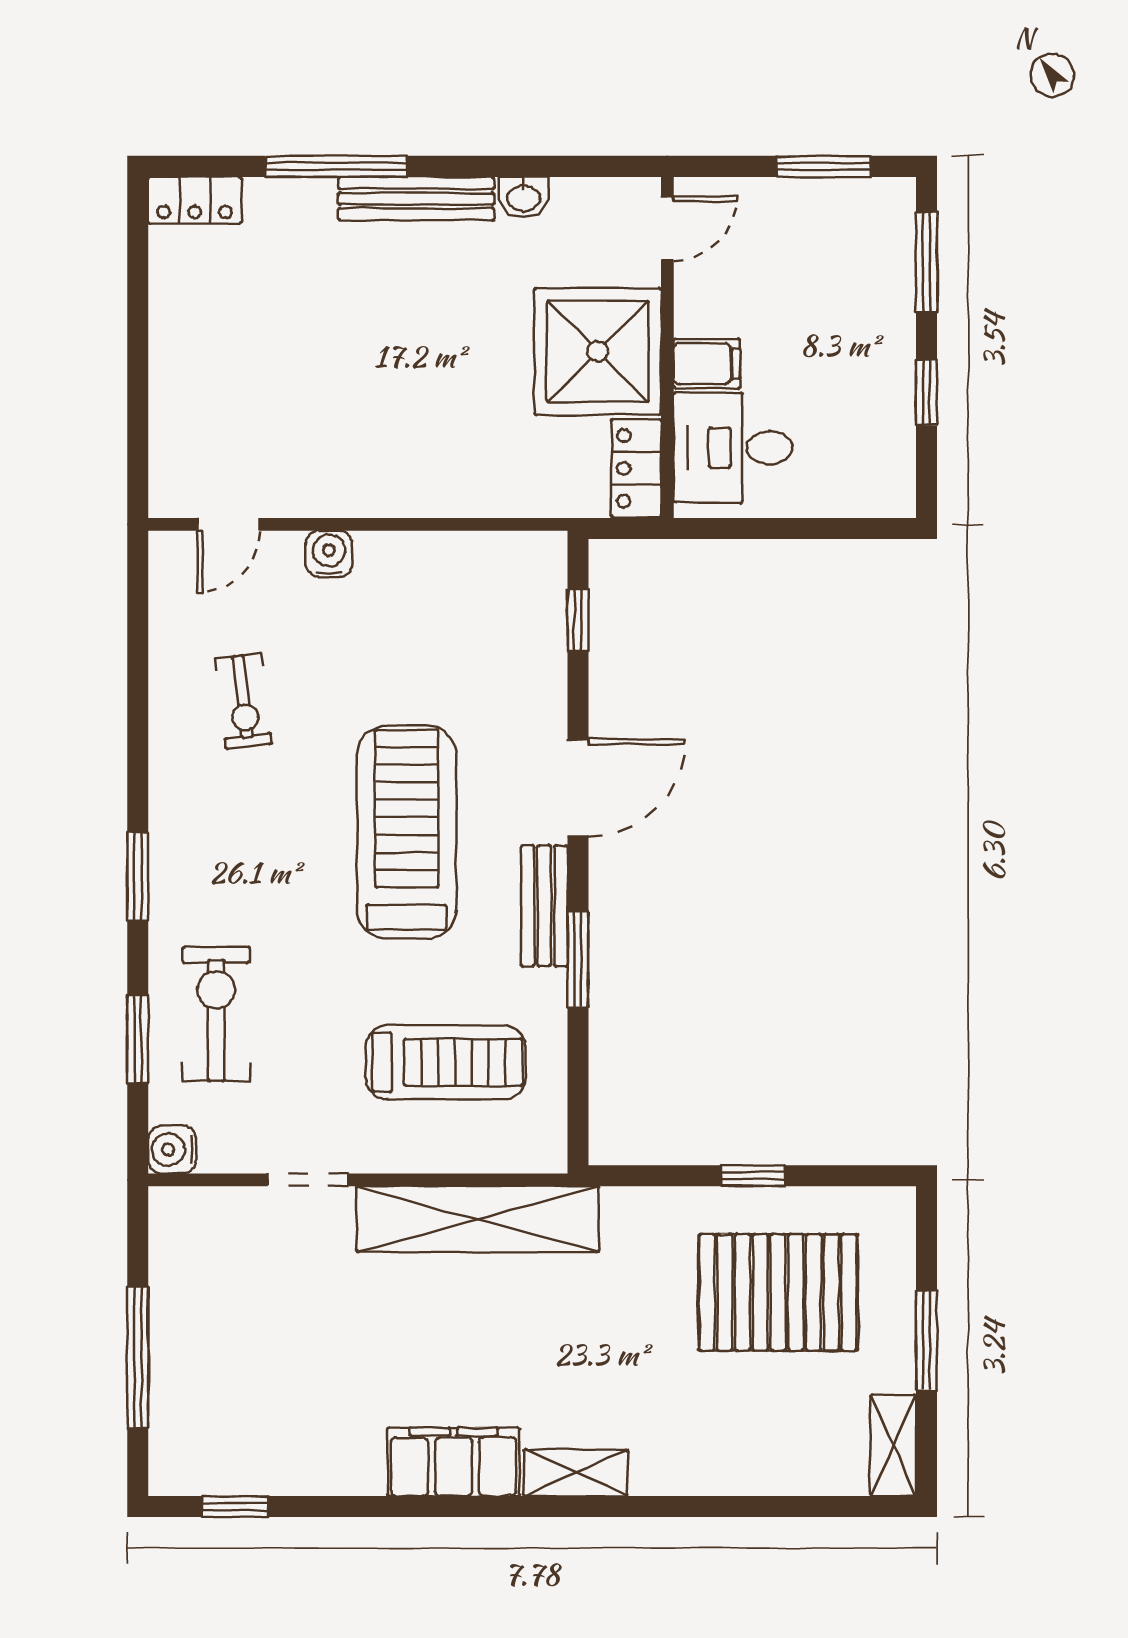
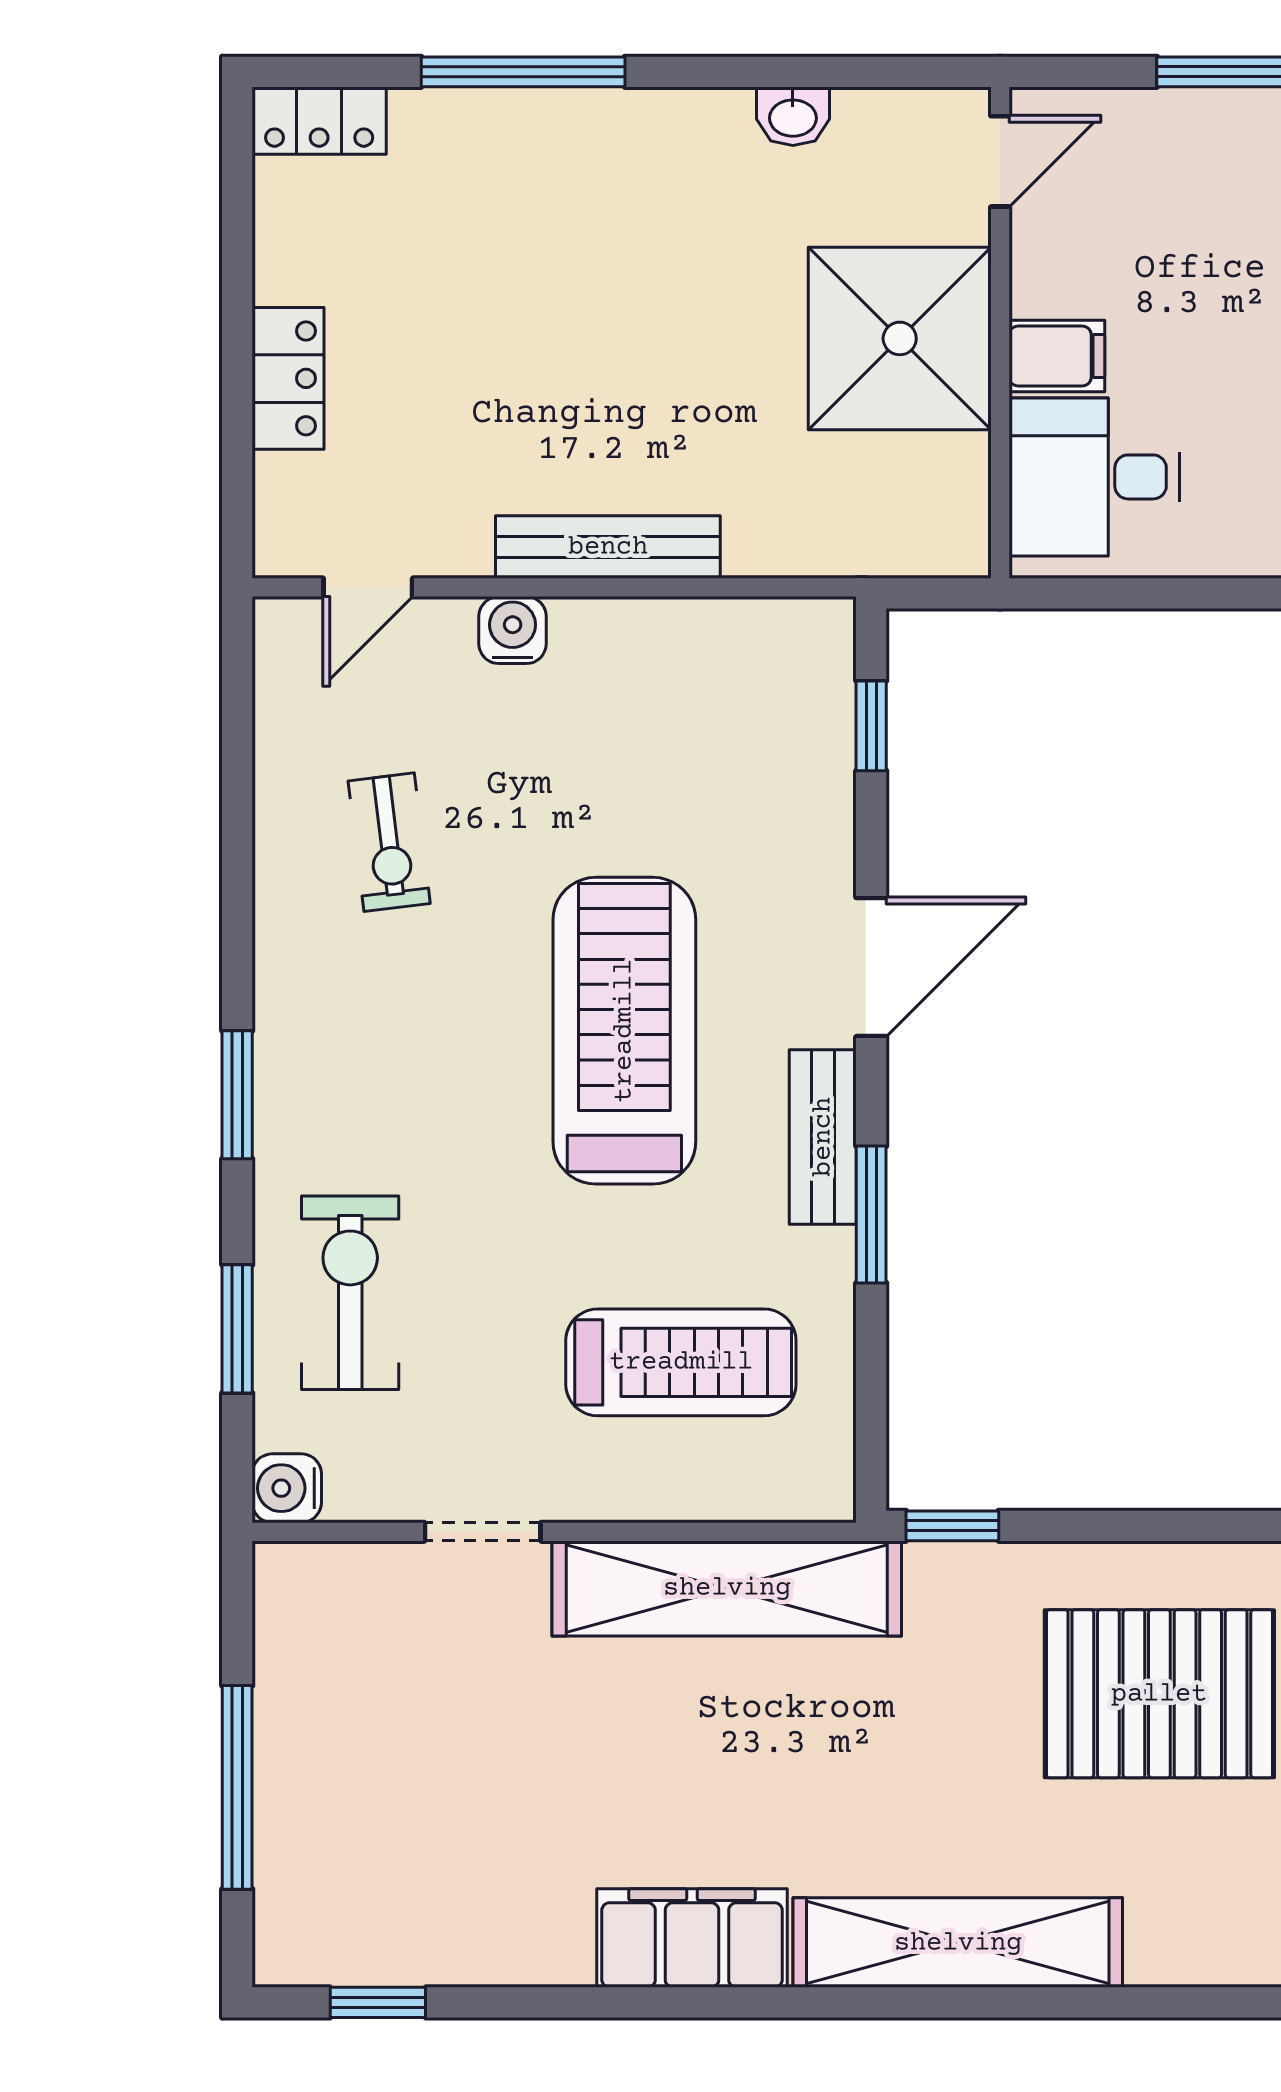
bench: (416, 199) -> (608, 547), moved
locker: (636, 468) -> (288, 378), moved, turned 180
window: (753, 1176) -> (952, 1526), moved
shelving: (576, 1473) -> (958, 1943), width x2.20, depth x1.33

